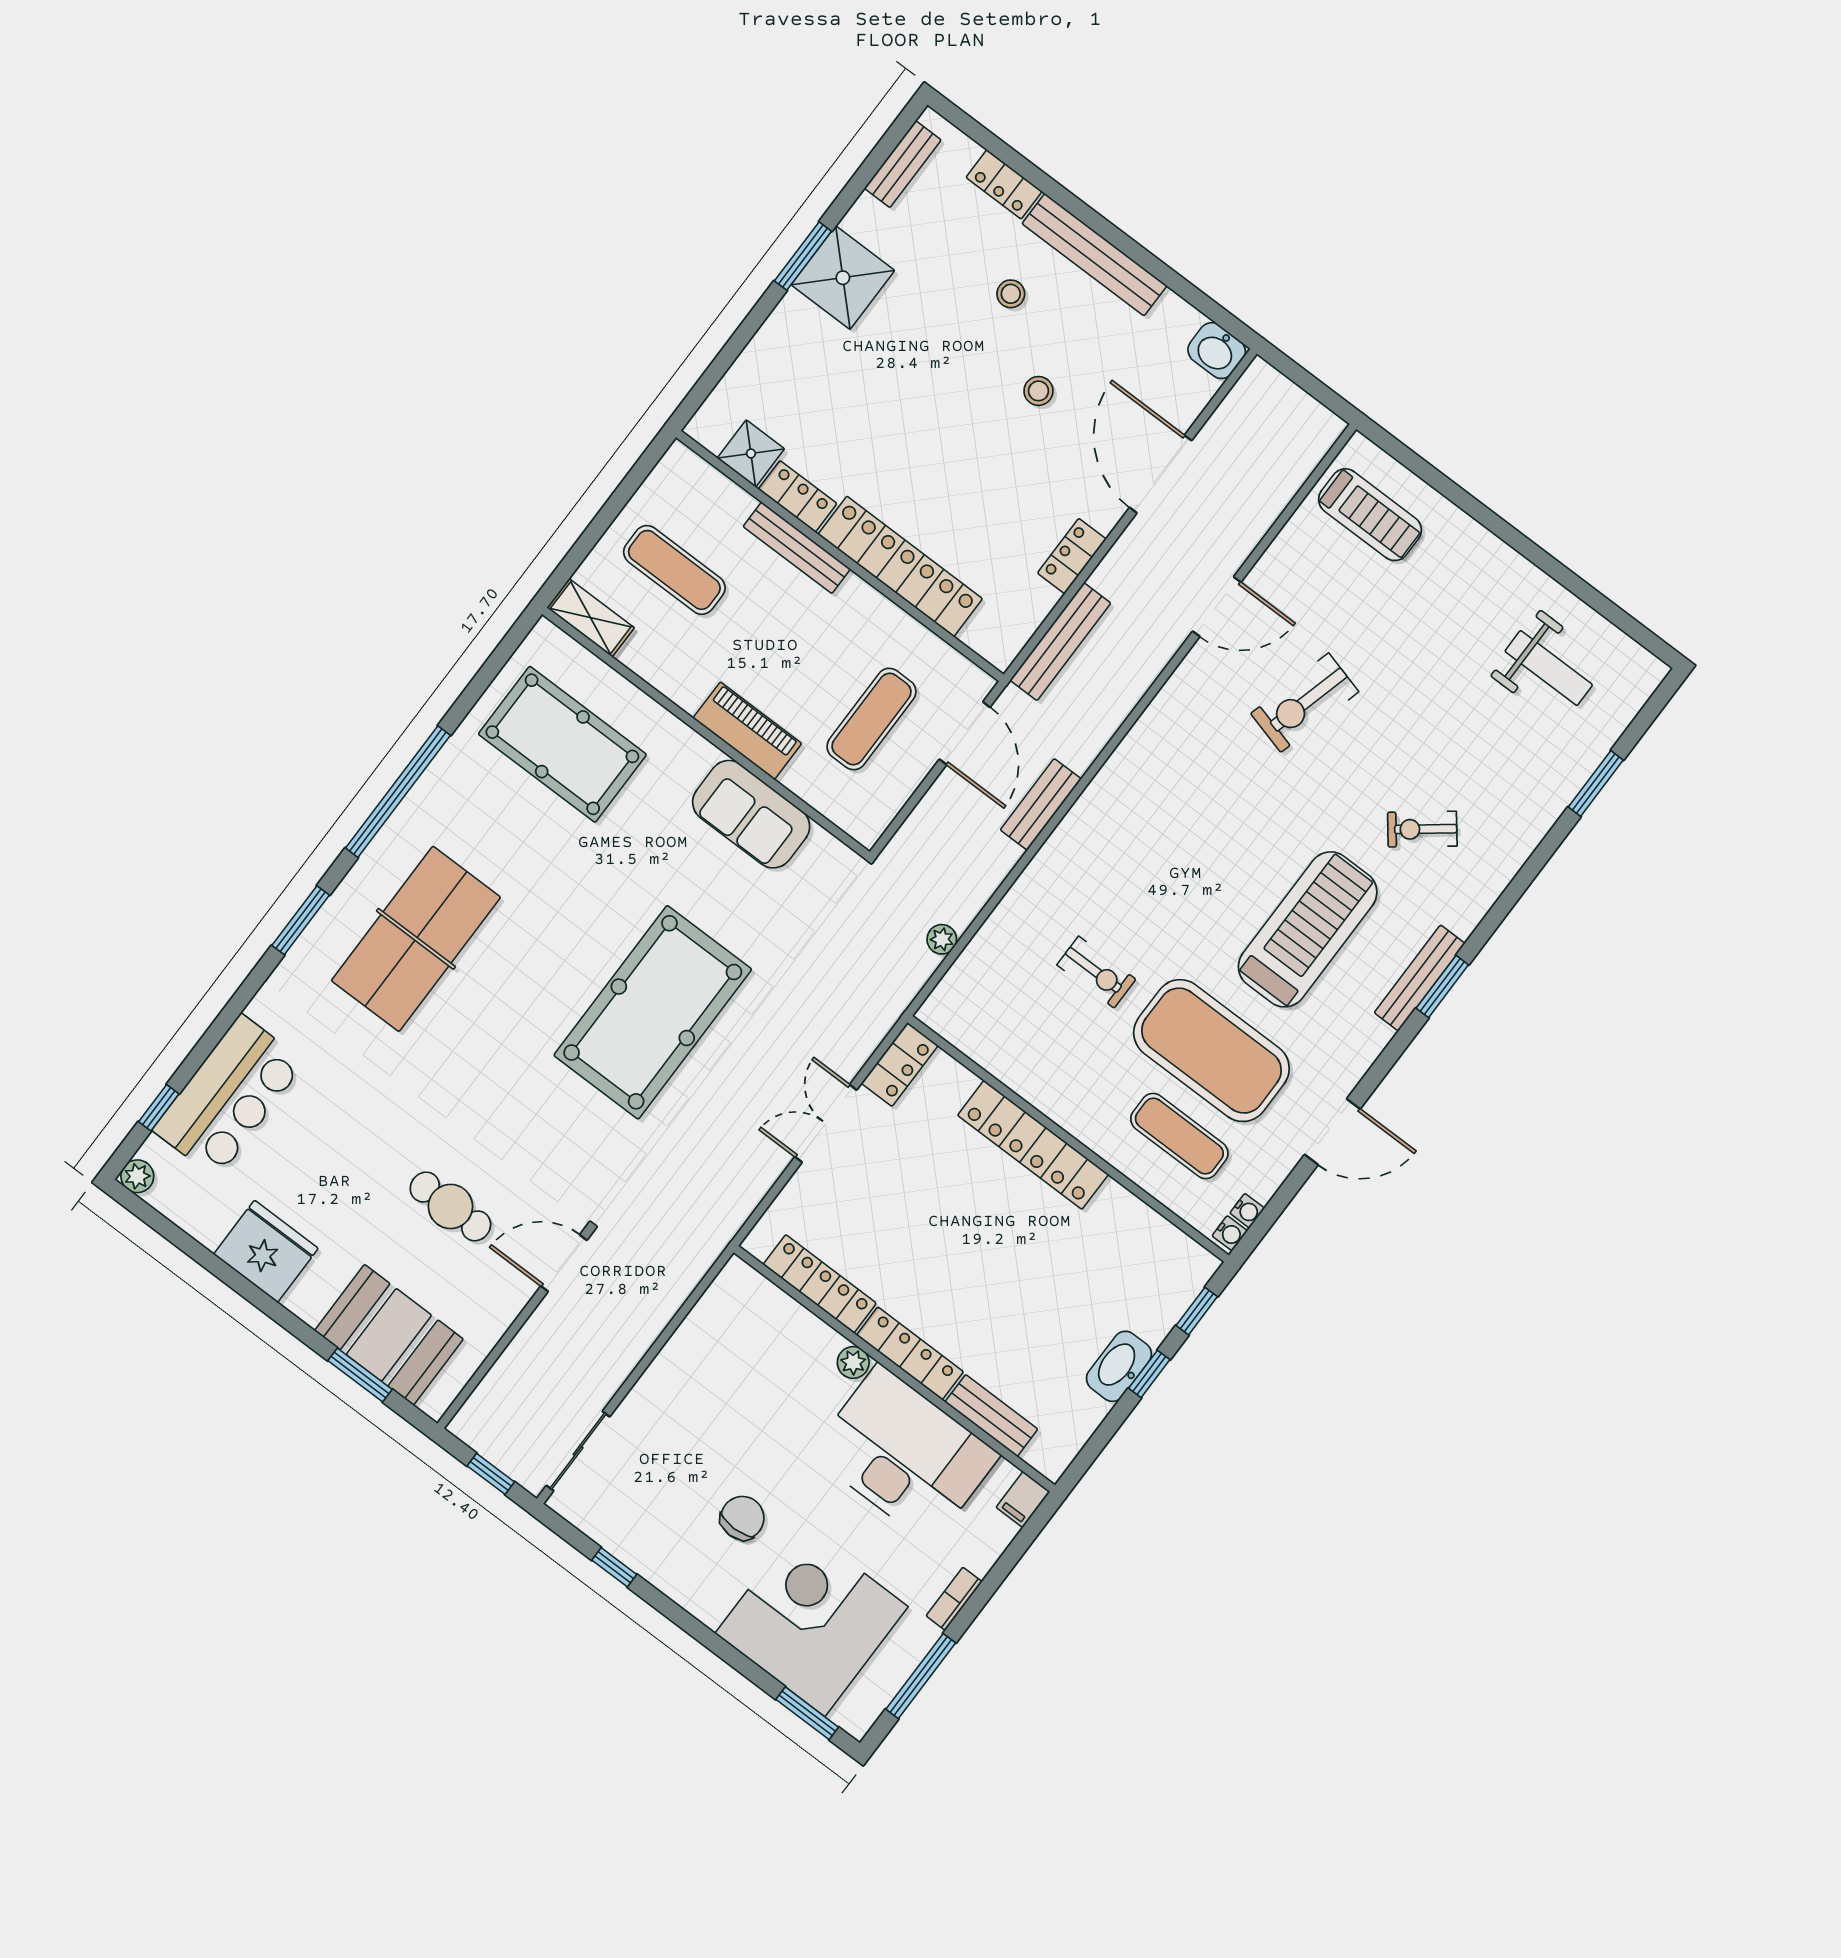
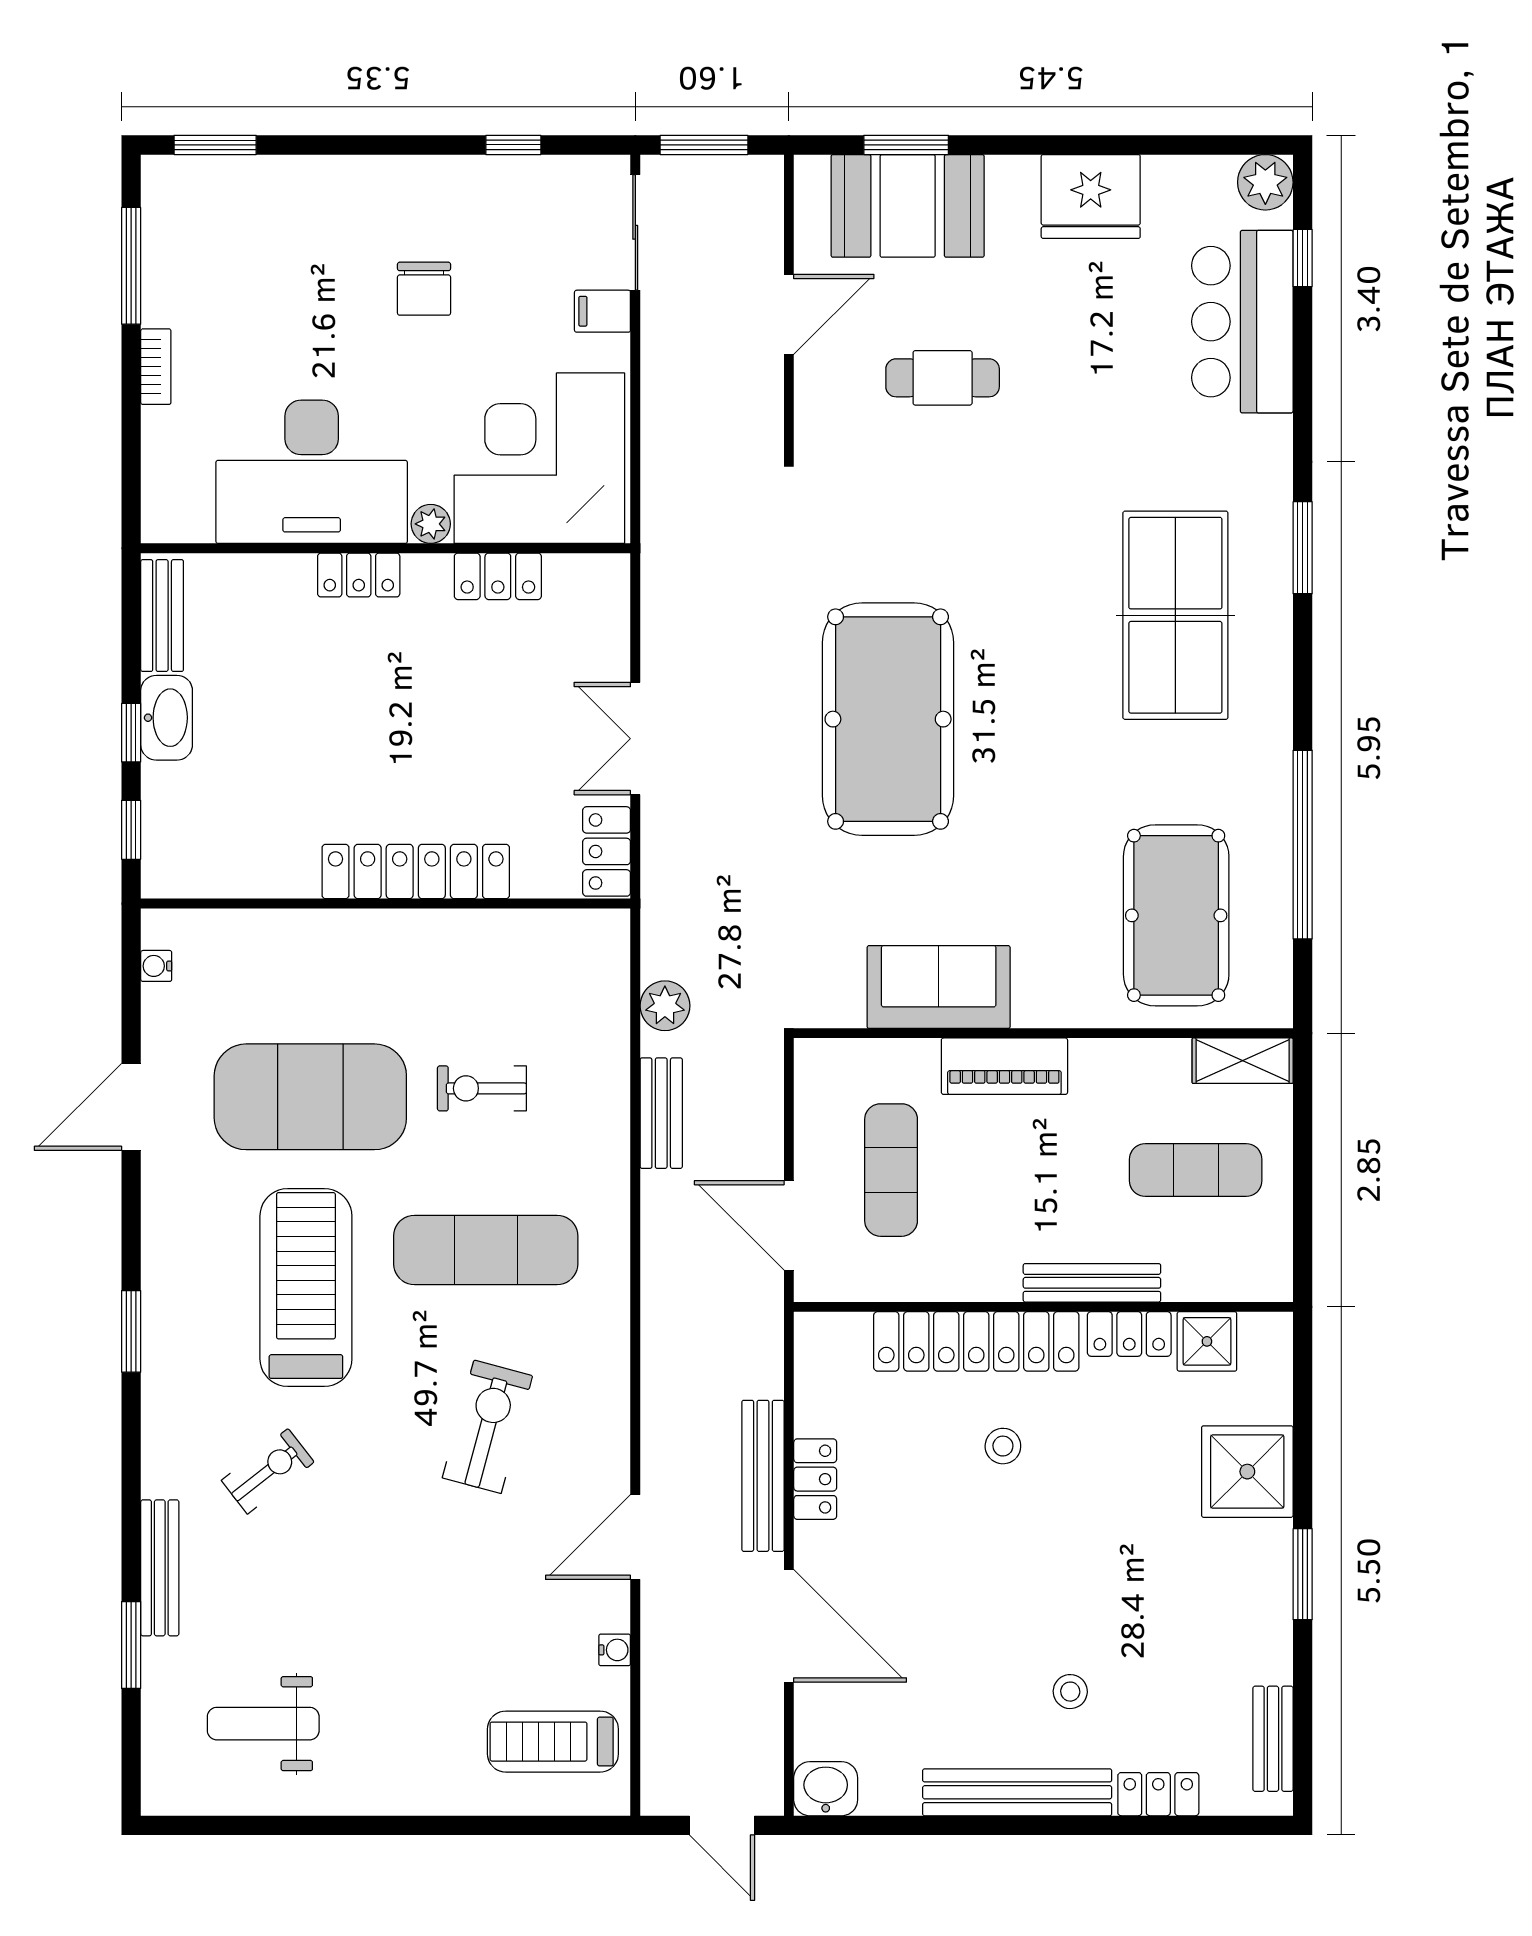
shower: (843, 278) -> (1247, 1472), moved
door: (1302, 378) -> (722, 1825), added
stool: (1039, 391) -> (1003, 1446), moved
bench: (1060, 642) -> (763, 1476), moved
exercise bike: (1305, 703) -> (487, 1427), moved
pool table: (562, 744) -> (1176, 915), turned 90
window: (398, 792) -> (1303, 845), moved
bench: (1041, 804) -> (661, 1113), moved
treadmill: (1308, 929) -> (306, 1287), turned 180
plant: (942, 939) -> (665, 1006), width x1.38, depth x1.38
bench: (1420, 978) -> (160, 1568), moved
double door: (826, 1123) -> (635, 739), swing flipped
exercise mat: (1179, 1136) -> (486, 1250), moved, width x1.36, depth x1.45
plant: (137, 1176) -> (1265, 182), width x1.38, depth x1.38
water cooler: (1230, 1233) -> (615, 1650), moved, turned 180
door: (564, 1263) -> (789, 314), moved
locker: (820, 1284) -> (498, 576), width x0.66
locker: (910, 1353) -> (359, 575), width x0.66
bench: (991, 1416) -> (162, 616), moved, turned 90
window: (491, 1474) -> (704, 145), width x1.50
filing cabinet: (1023, 1500) -> (602, 311), moved, turned -90
corner desk: (812, 1620) -> (539, 458), moved, turned 180

